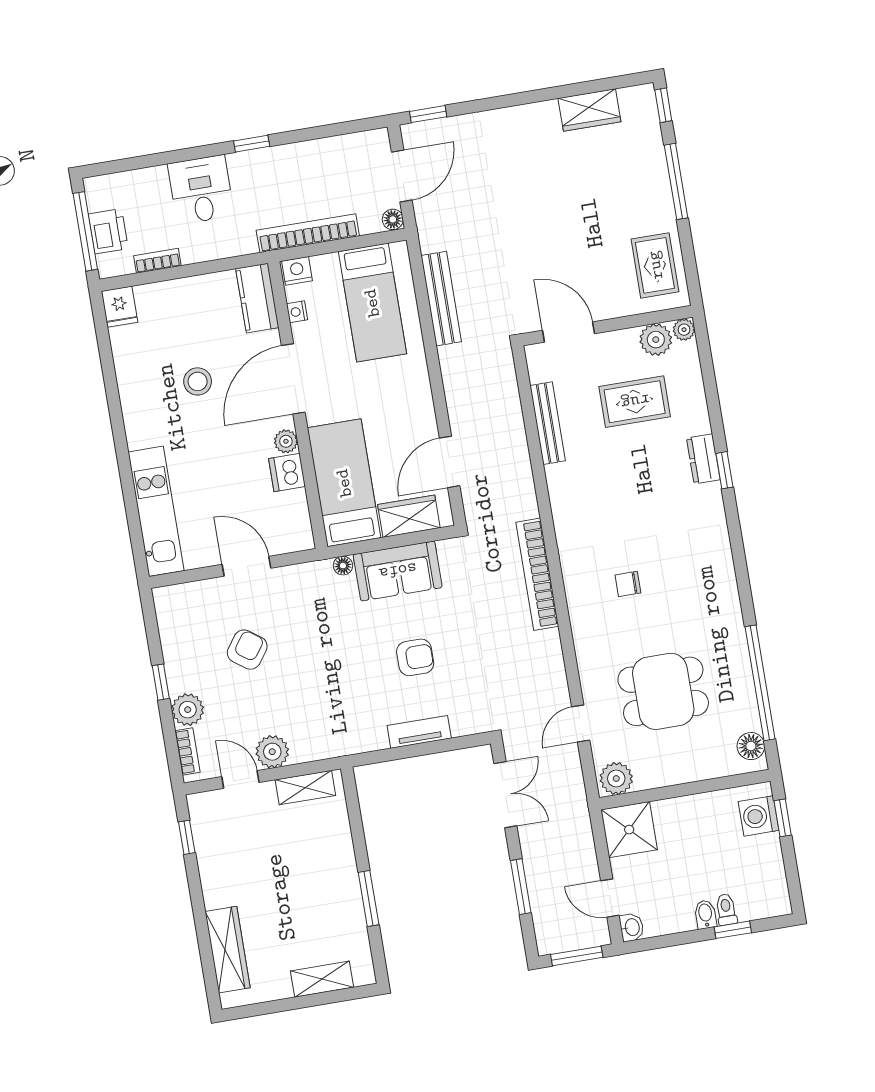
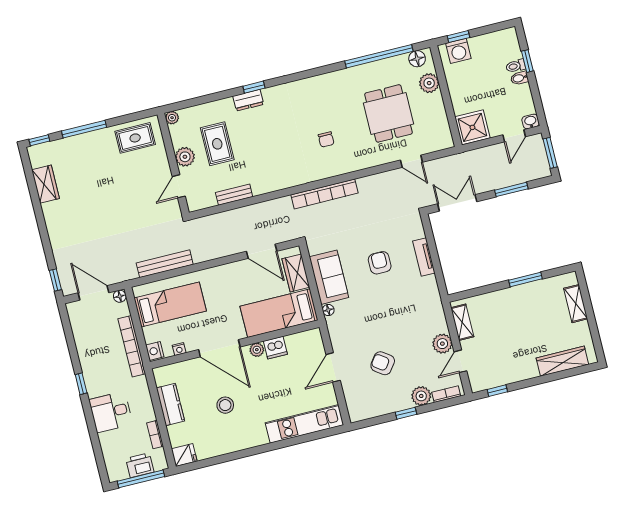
kitchen counter: (257, 298) -> (170, 404), moved, turned -90
door: (569, 332) -> (179, 186), width x0.73
plant: (656, 340) -> (185, 157), moved
bench: (548, 423) -> (234, 195), width x0.73
plant: (616, 779) -> (429, 83), moved

